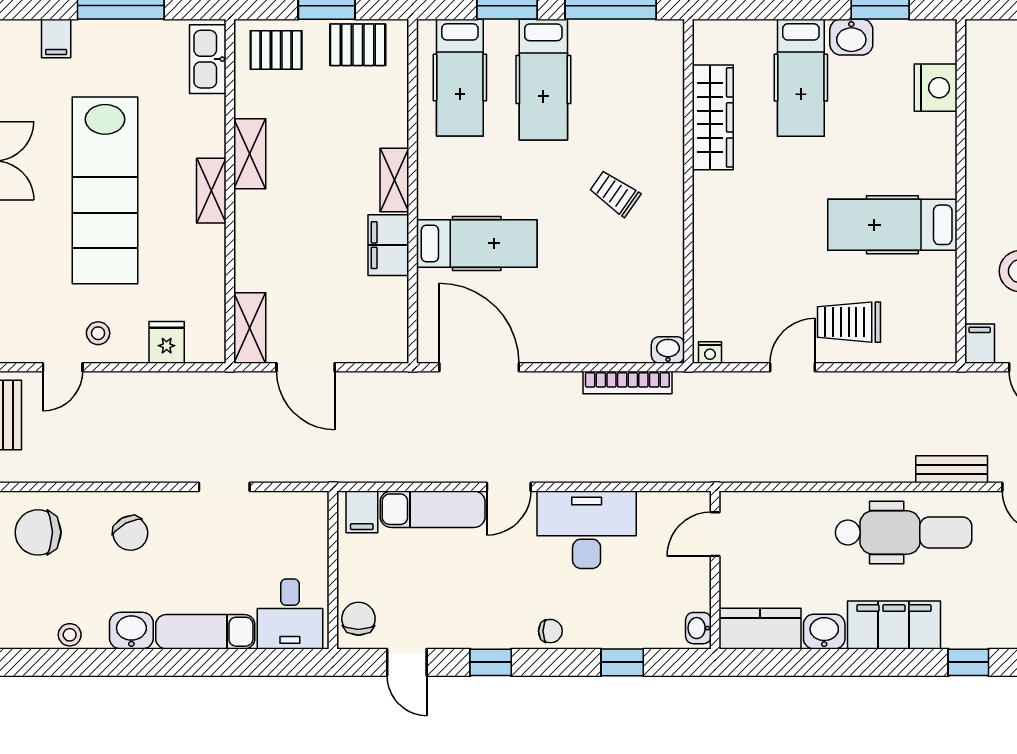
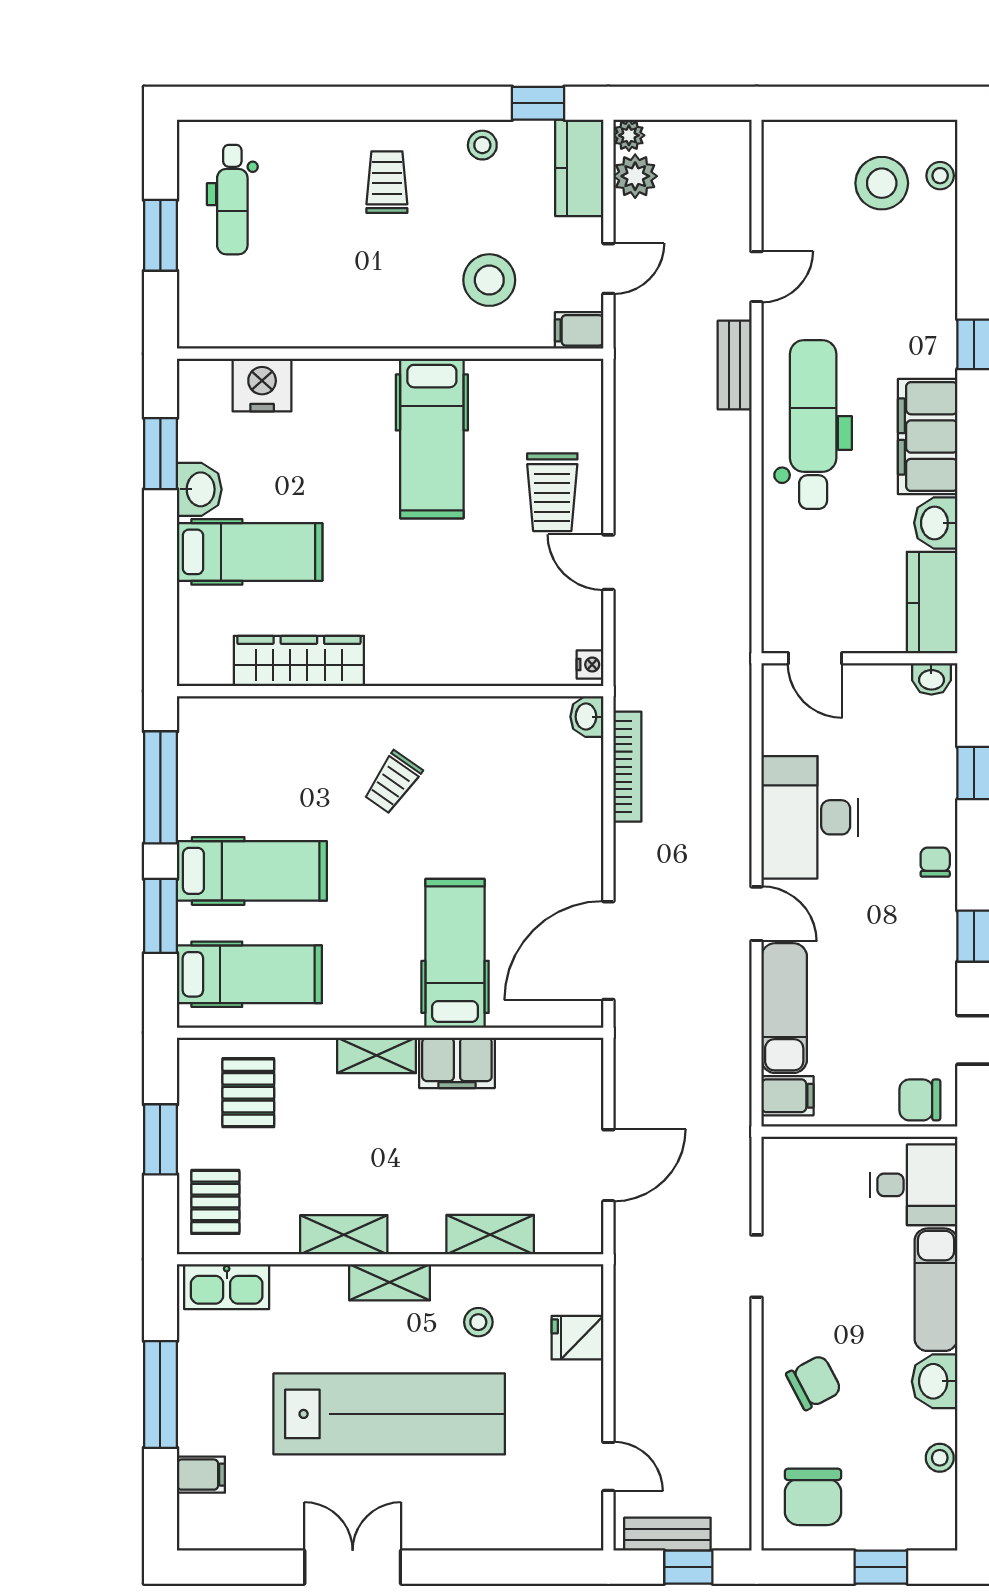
pallet: (358, 45) -> (248, 1093), moved
shelving: (250, 328) -> (490, 1235), moved
stool: (98, 333) -> (478, 1322), moved

